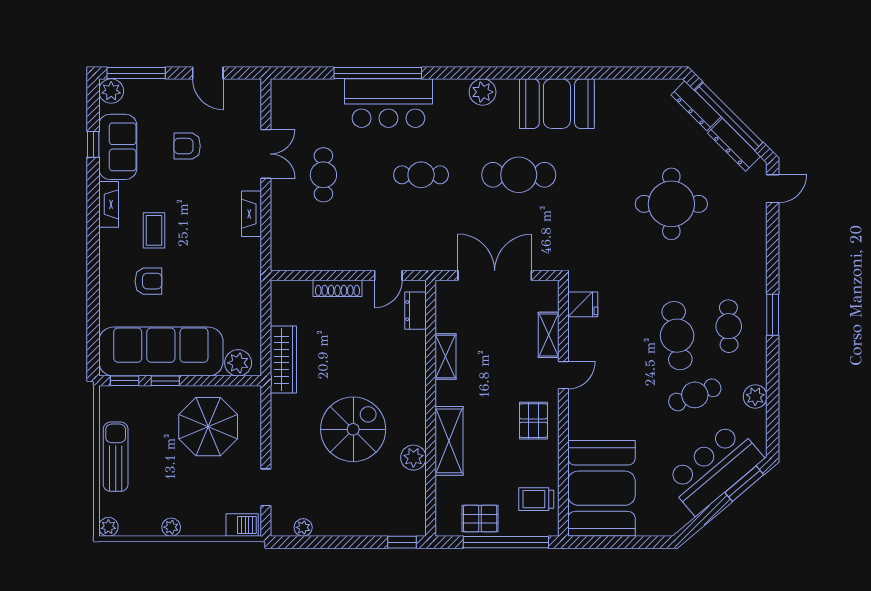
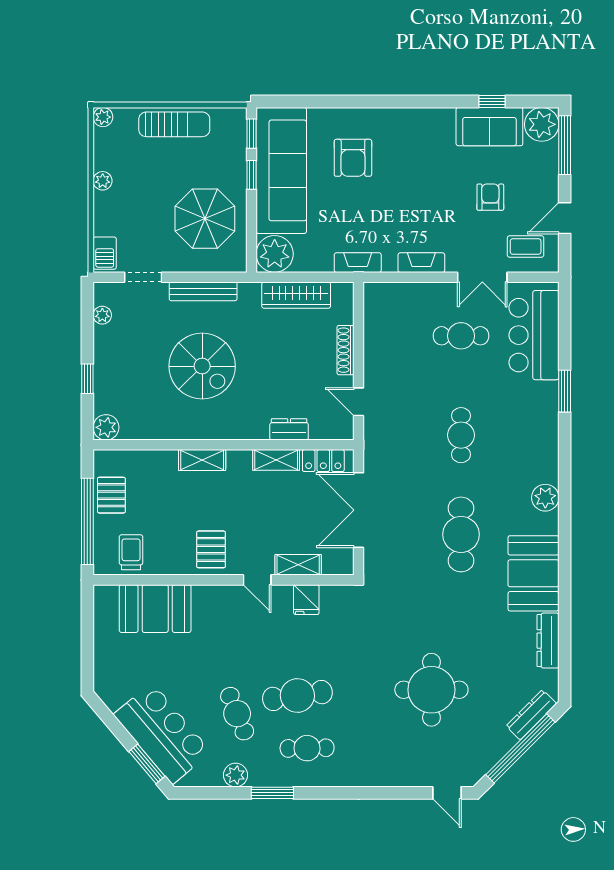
window: (378, 73) -> (565, 391), width x0.47
plant: (111, 91) -> (542, 124), width x1.36, depth x1.36
bar counter: (388, 103) -> (534, 335), moved
dresser: (734, 145) -> (548, 641), moved, turned -45
fireplace: (109, 204) -> (358, 263), moved, turned 180
coffee table: (154, 230) -> (526, 246), moved
double door: (495, 276) -> (359, 510), swing flipped
armchair: (148, 281) -> (353, 158), width x1.38, depth x1.38
fridge: (583, 304) -> (306, 600), moved
locker: (446, 310) -> (323, 461), added
dresser: (415, 311) -> (289, 429), moved
window: (773, 315) -> (272, 793), moved
wardrobe: (283, 360) -> (296, 295), moved
plant: (238, 363) -> (275, 254), width x1.36, depth x1.36
pallet: (533, 421) -> (211, 549), turned 90
bench: (280, 428) -> (203, 291), added
shelving: (449, 441) -> (202, 460), width x0.67, depth x0.75
plant: (413, 458) -> (106, 427), moved
booth: (602, 488) -> (155, 609), width x0.73, depth x0.70
window: (402, 542) -> (87, 379), moved

